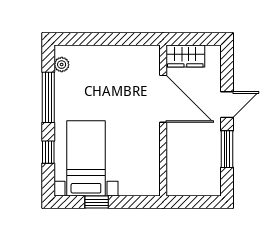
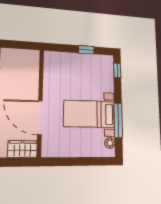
window: (48, 152) -> (117, 70), moved
bed with nightstands: (86, 158) -> (89, 114), moved, turned 90

